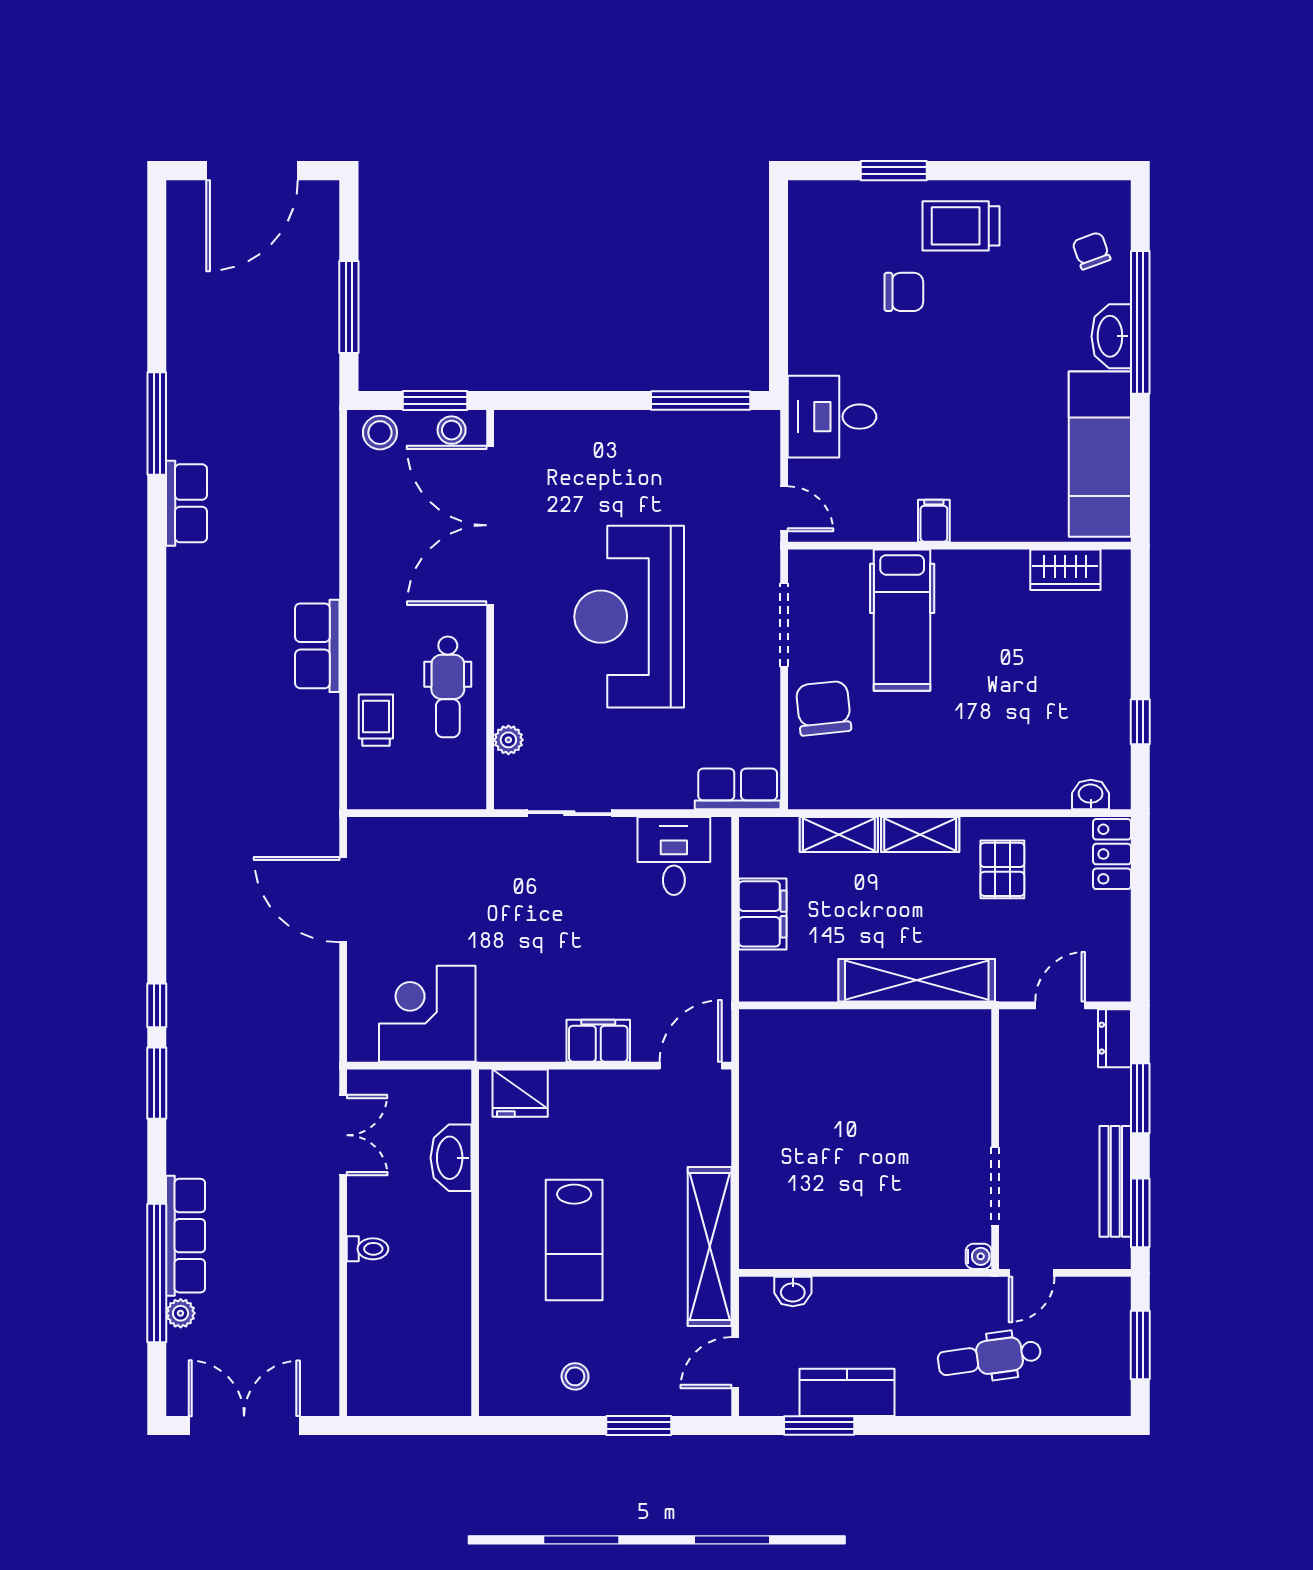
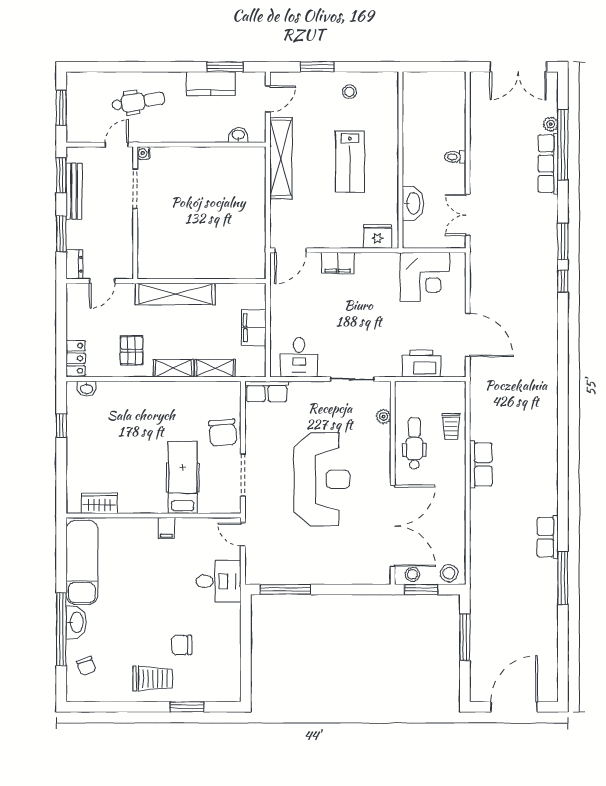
printer: (434, 844) -> (421, 364), added
lab bench: (574, 1240) -> (350, 161), turned 180

